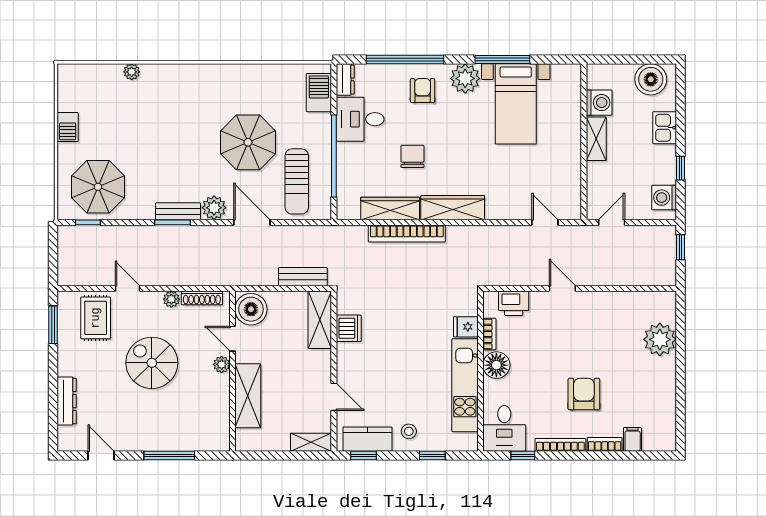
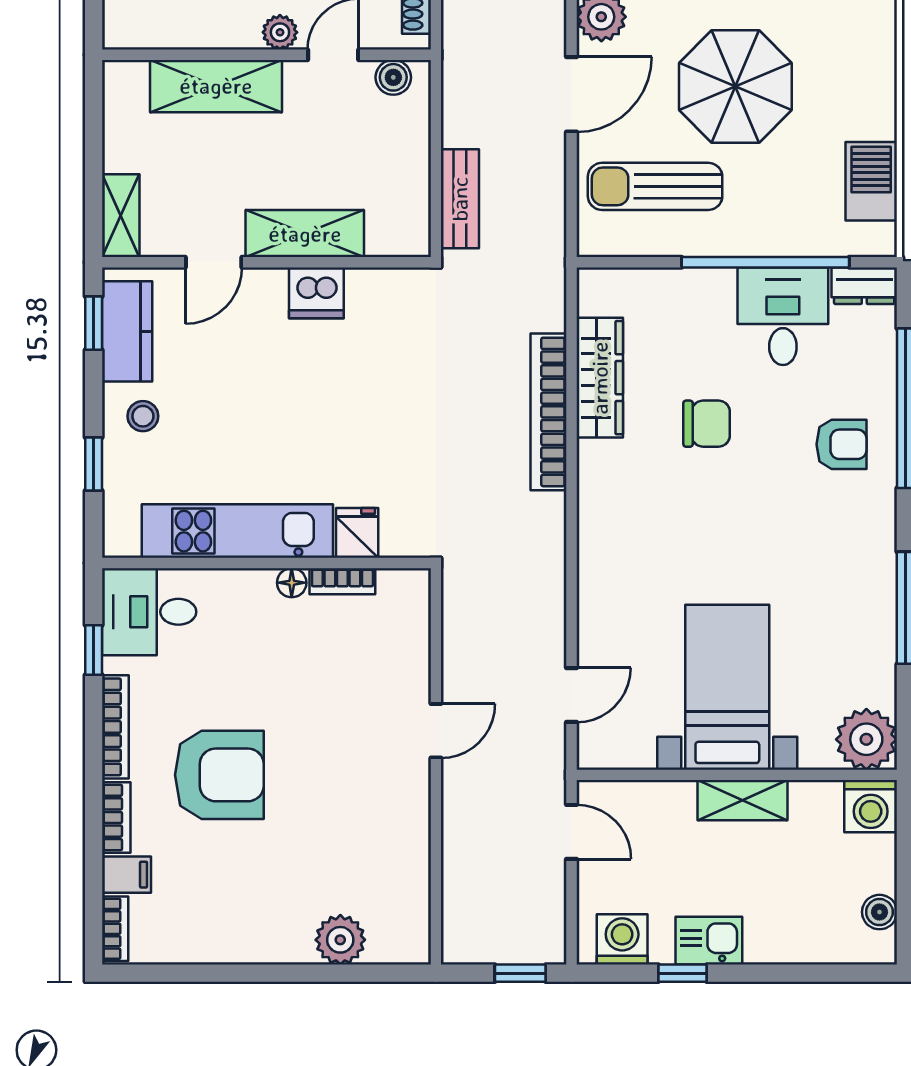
plant: (465, 78) -> (866, 739), moved
boiler: (651, 79) -> (879, 912), width x0.54, depth x0.54
barbecue: (319, 93) -> (871, 181), moved, turned -90
washing machine: (599, 103) -> (871, 806), moved
bed with nightstands: (516, 104) -> (727, 687), moved, turned 90
kitchen sink: (665, 128) -> (709, 941), moved
window: (334, 156) -> (765, 262), moved
wardrobe: (453, 208) -> (602, 506), removed
printer: (514, 303) -> (406, 631), removed
boiler: (251, 309) -> (393, 77), width x0.54, depth x0.54
shelving: (320, 320) -> (305, 234), moved
dishwasher: (349, 328) -> (316, 293), moved
plant: (660, 339) -> (340, 940), width x0.73, depth x0.73
floor lamp: (496, 365) -> (292, 583), width x0.53, depth x0.53
armchair: (584, 394) -> (219, 775), width x1.36, depth x1.36
bookcase: (659, 445) -> (115, 929), added

